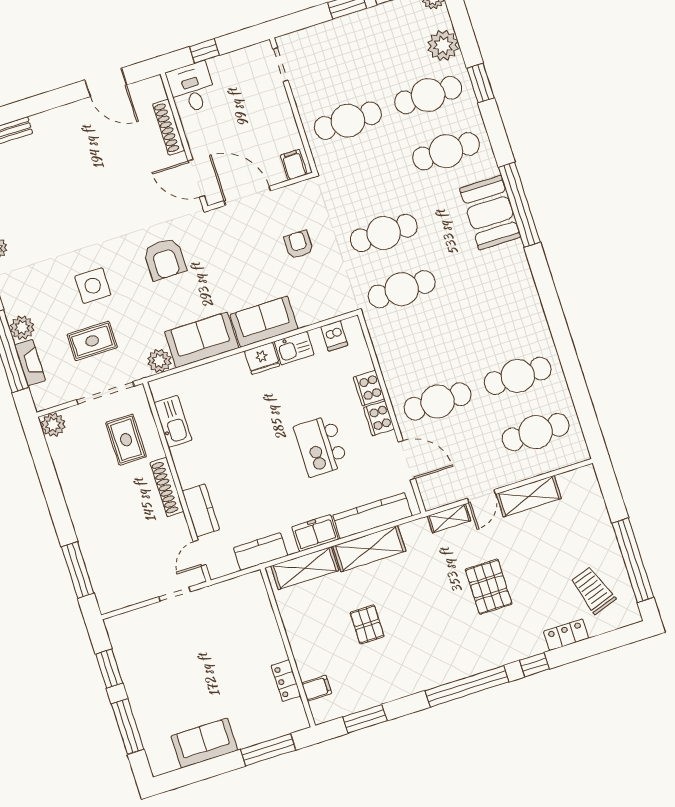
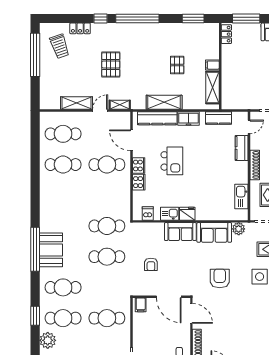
shelving: (305, 568) -> (212, 87), moved, turned 90
locker: (286, 681) -> (226, 34), moved
filing cabinet: (317, 688) -> (212, 65), moved

